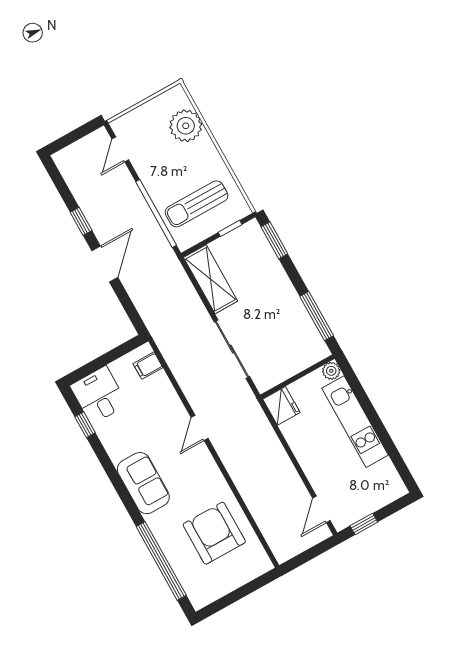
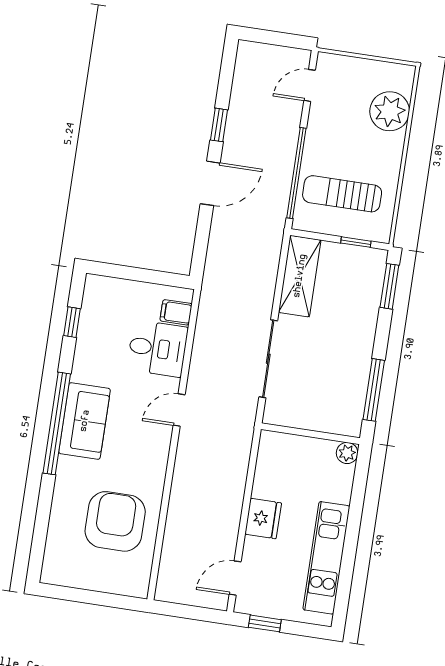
desk: (99, 395) -> (157, 349), moved, turned 90
fridge: (281, 406) -> (263, 519), moved
kitchen unit: (355, 422) -> (326, 558), moved
window: (161, 561) -> (57, 423), moved

